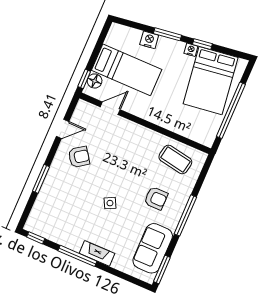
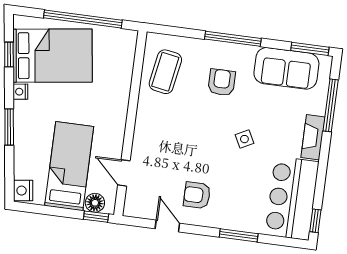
nightstand: (149, 40) -> (23, 191), moved
window: (202, 44) -> (9, 54), moved
armchair: (79, 157) -> (197, 195), turned -55
bar counter: (57, 225) -> (292, 198), added
window: (77, 256) -> (331, 105), moved

